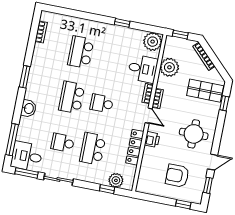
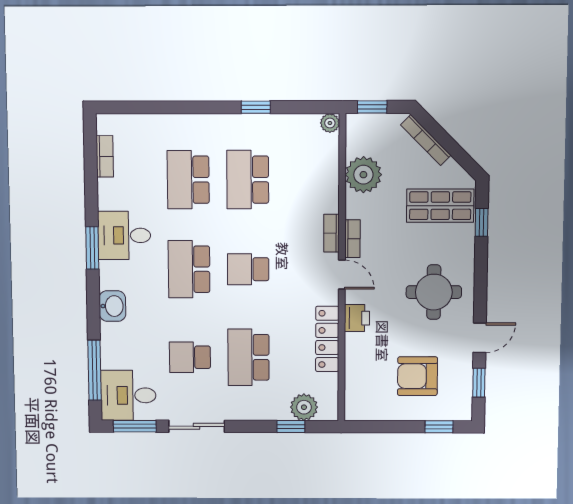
plant: (153, 42) -> (330, 123), width x0.53, depth x0.53
school desk: (111, 58) -> (248, 180), added
desk: (143, 69) -> (124, 235), moved, turned 180

